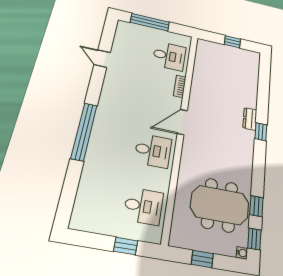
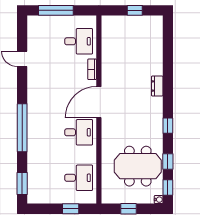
door: (182, 122) -> (99, 102), width x1.36
window: (261, 132) -> (168, 126), moved
window: (67, 200) -> (22, 183), added

